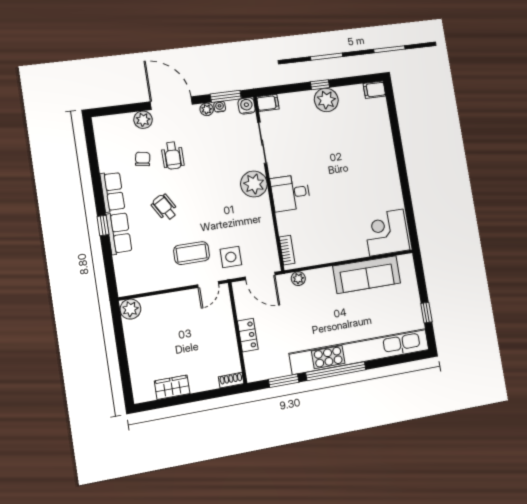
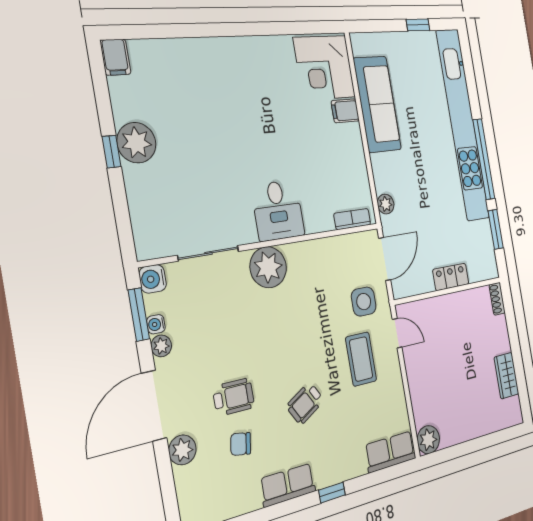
filing cabinet: (268, 103) -> (345, 111), moved, turned -90
row of seats: (119, 233) -> (390, 452), moved

